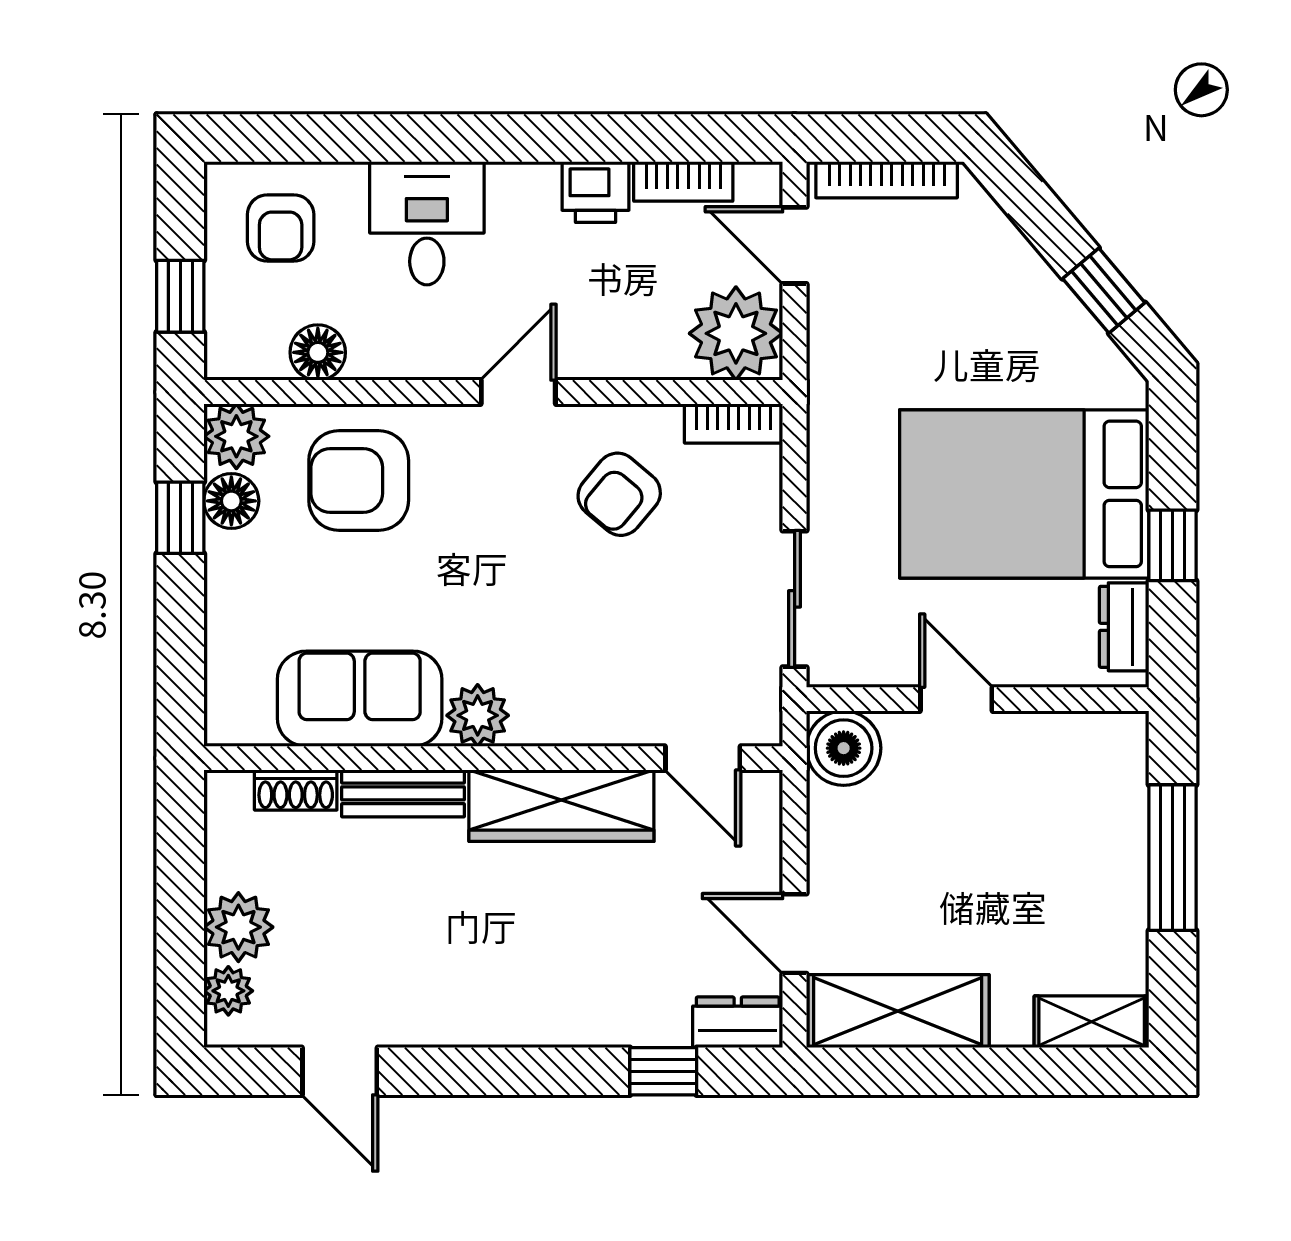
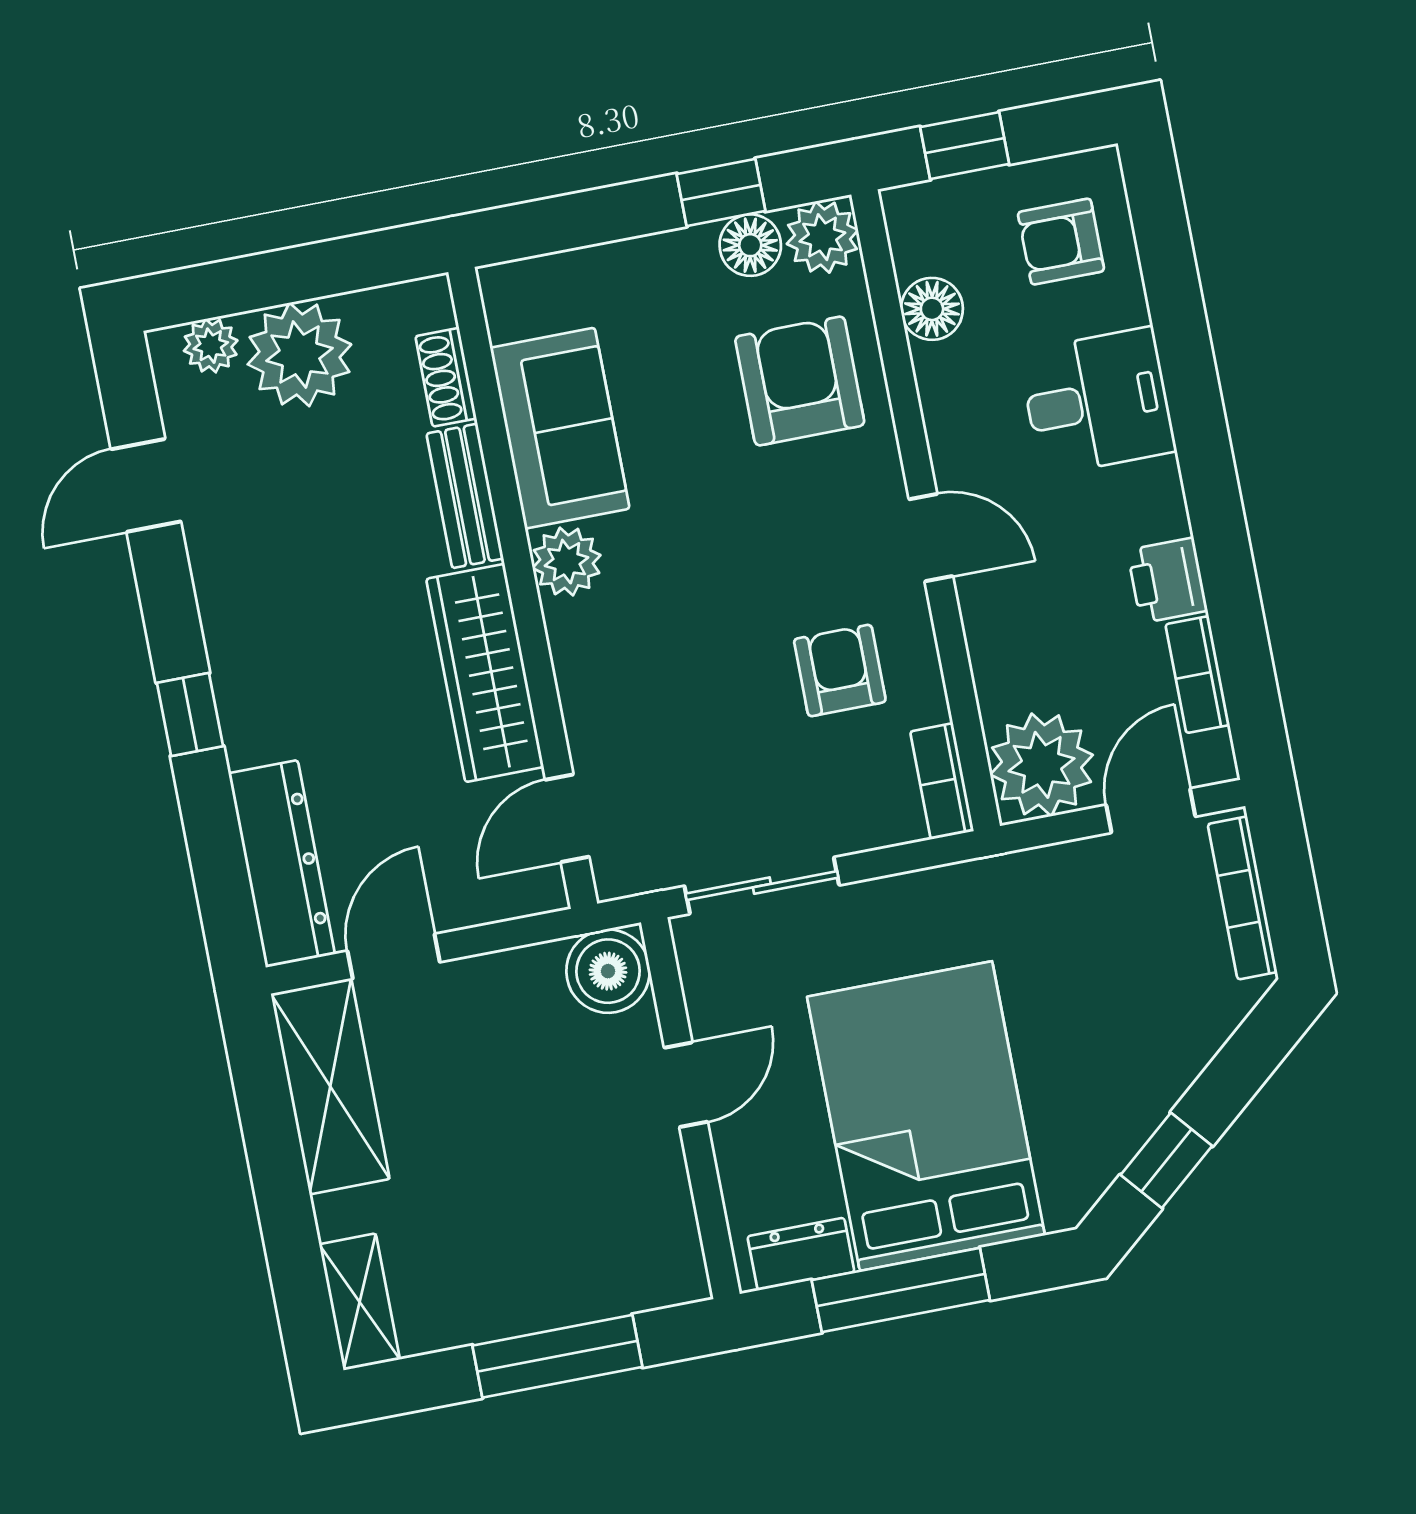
armchair: (619, 494) -> (840, 670), turned 50
window: (1173, 545) -> (901, 1290), width x2.17
plant: (238, 927) -> (299, 354), width x1.36, depth x1.36
dresser: (738, 1022) -> (282, 864), width x1.96, depth x1.24
window: (663, 1071) -> (190, 714), moved

